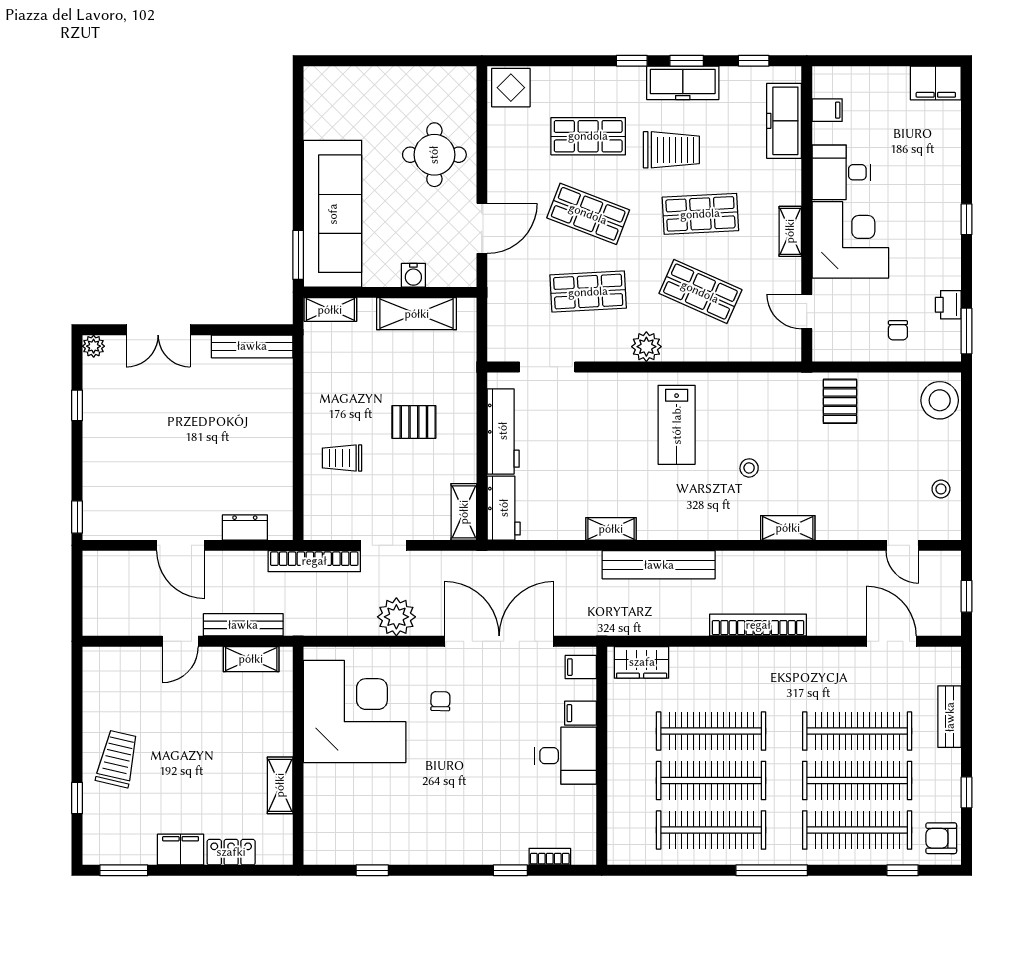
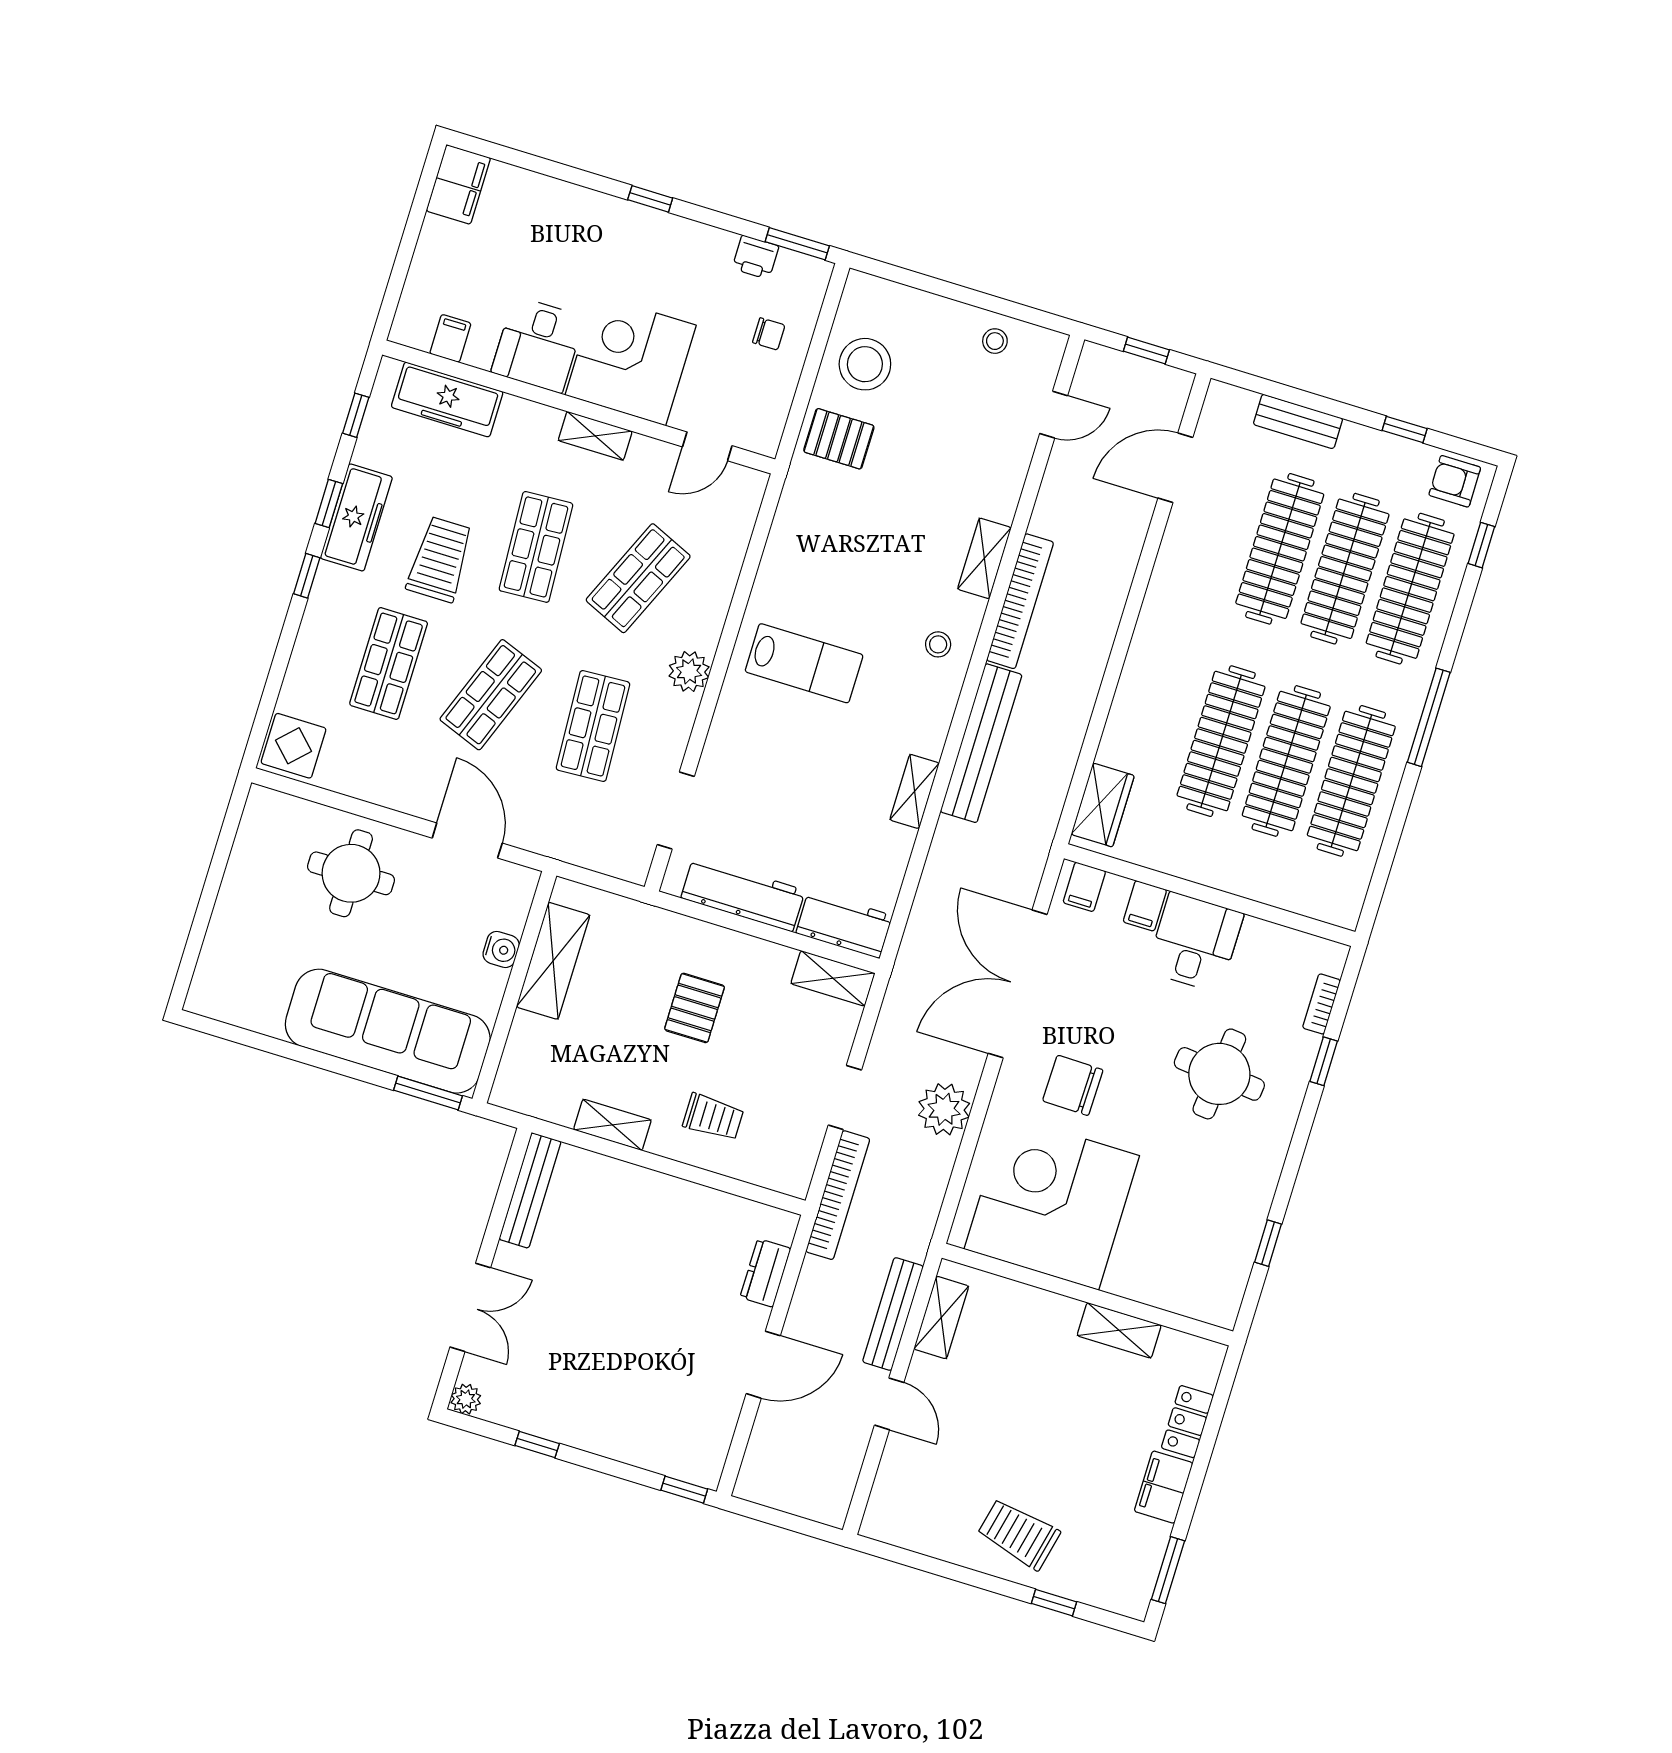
shelving: (330, 310) -> (612, 1125), moved, turned 90
stool: (940, 400) -> (865, 364), moved
trolley: (342, 458) -> (713, 1117), turned -90
stool: (749, 468) -> (938, 644), moved
bookcase: (758, 625) -> (1020, 601), moved, turned 180
chair: (440, 701) -> (1073, 1085), width x1.87, depth x1.87
round table: (479, 801) -> (1219, 1074), added
armchair: (941, 838) -> (1455, 481), turned 90

